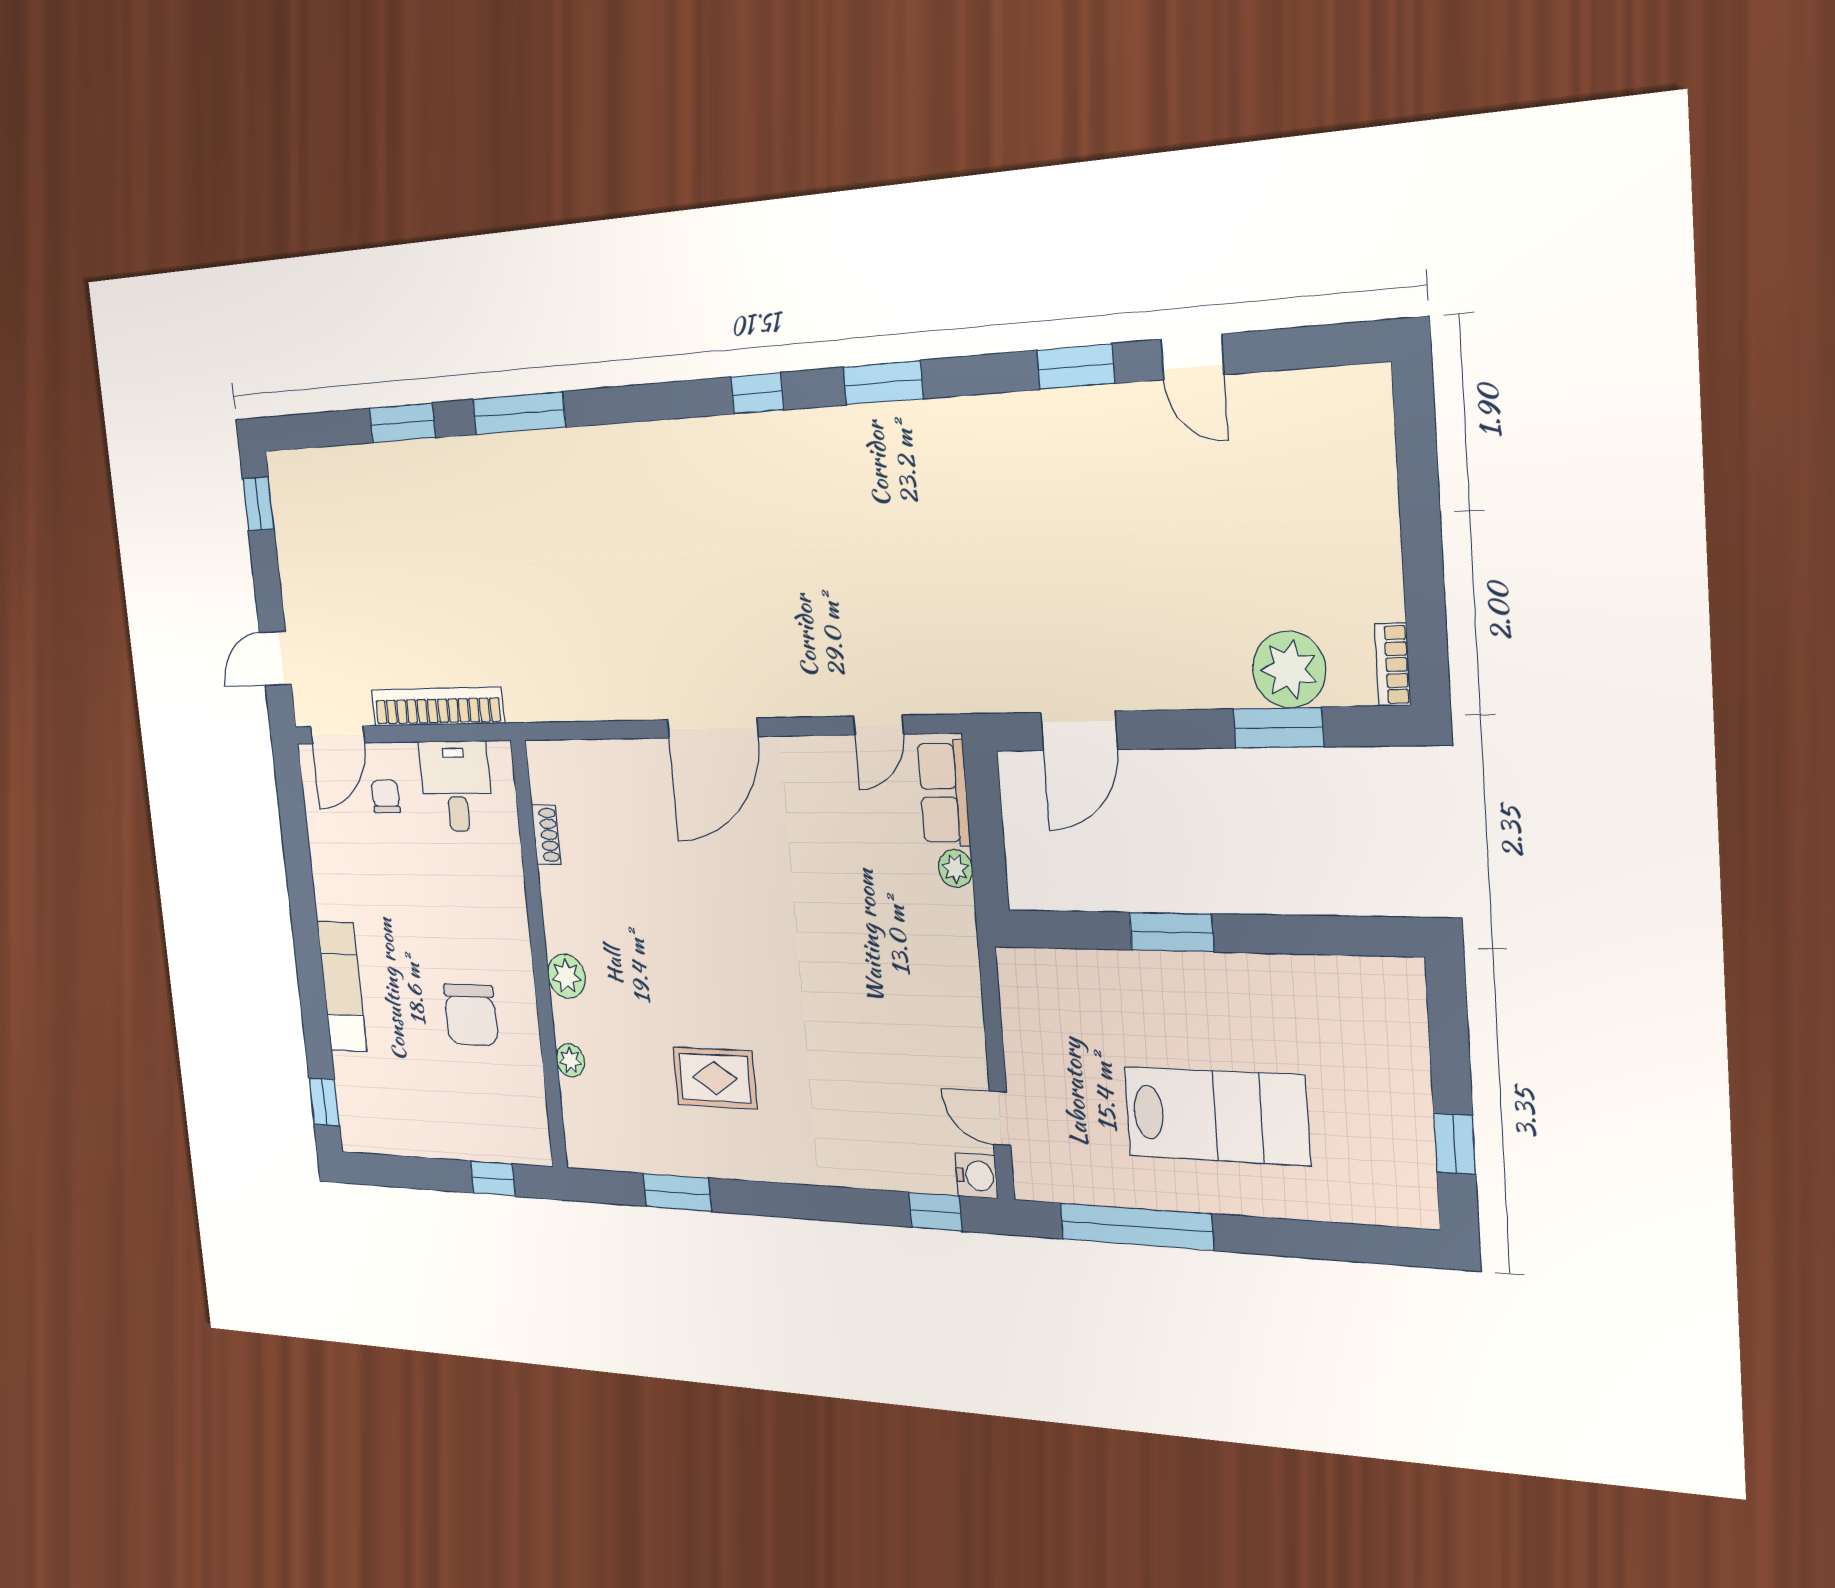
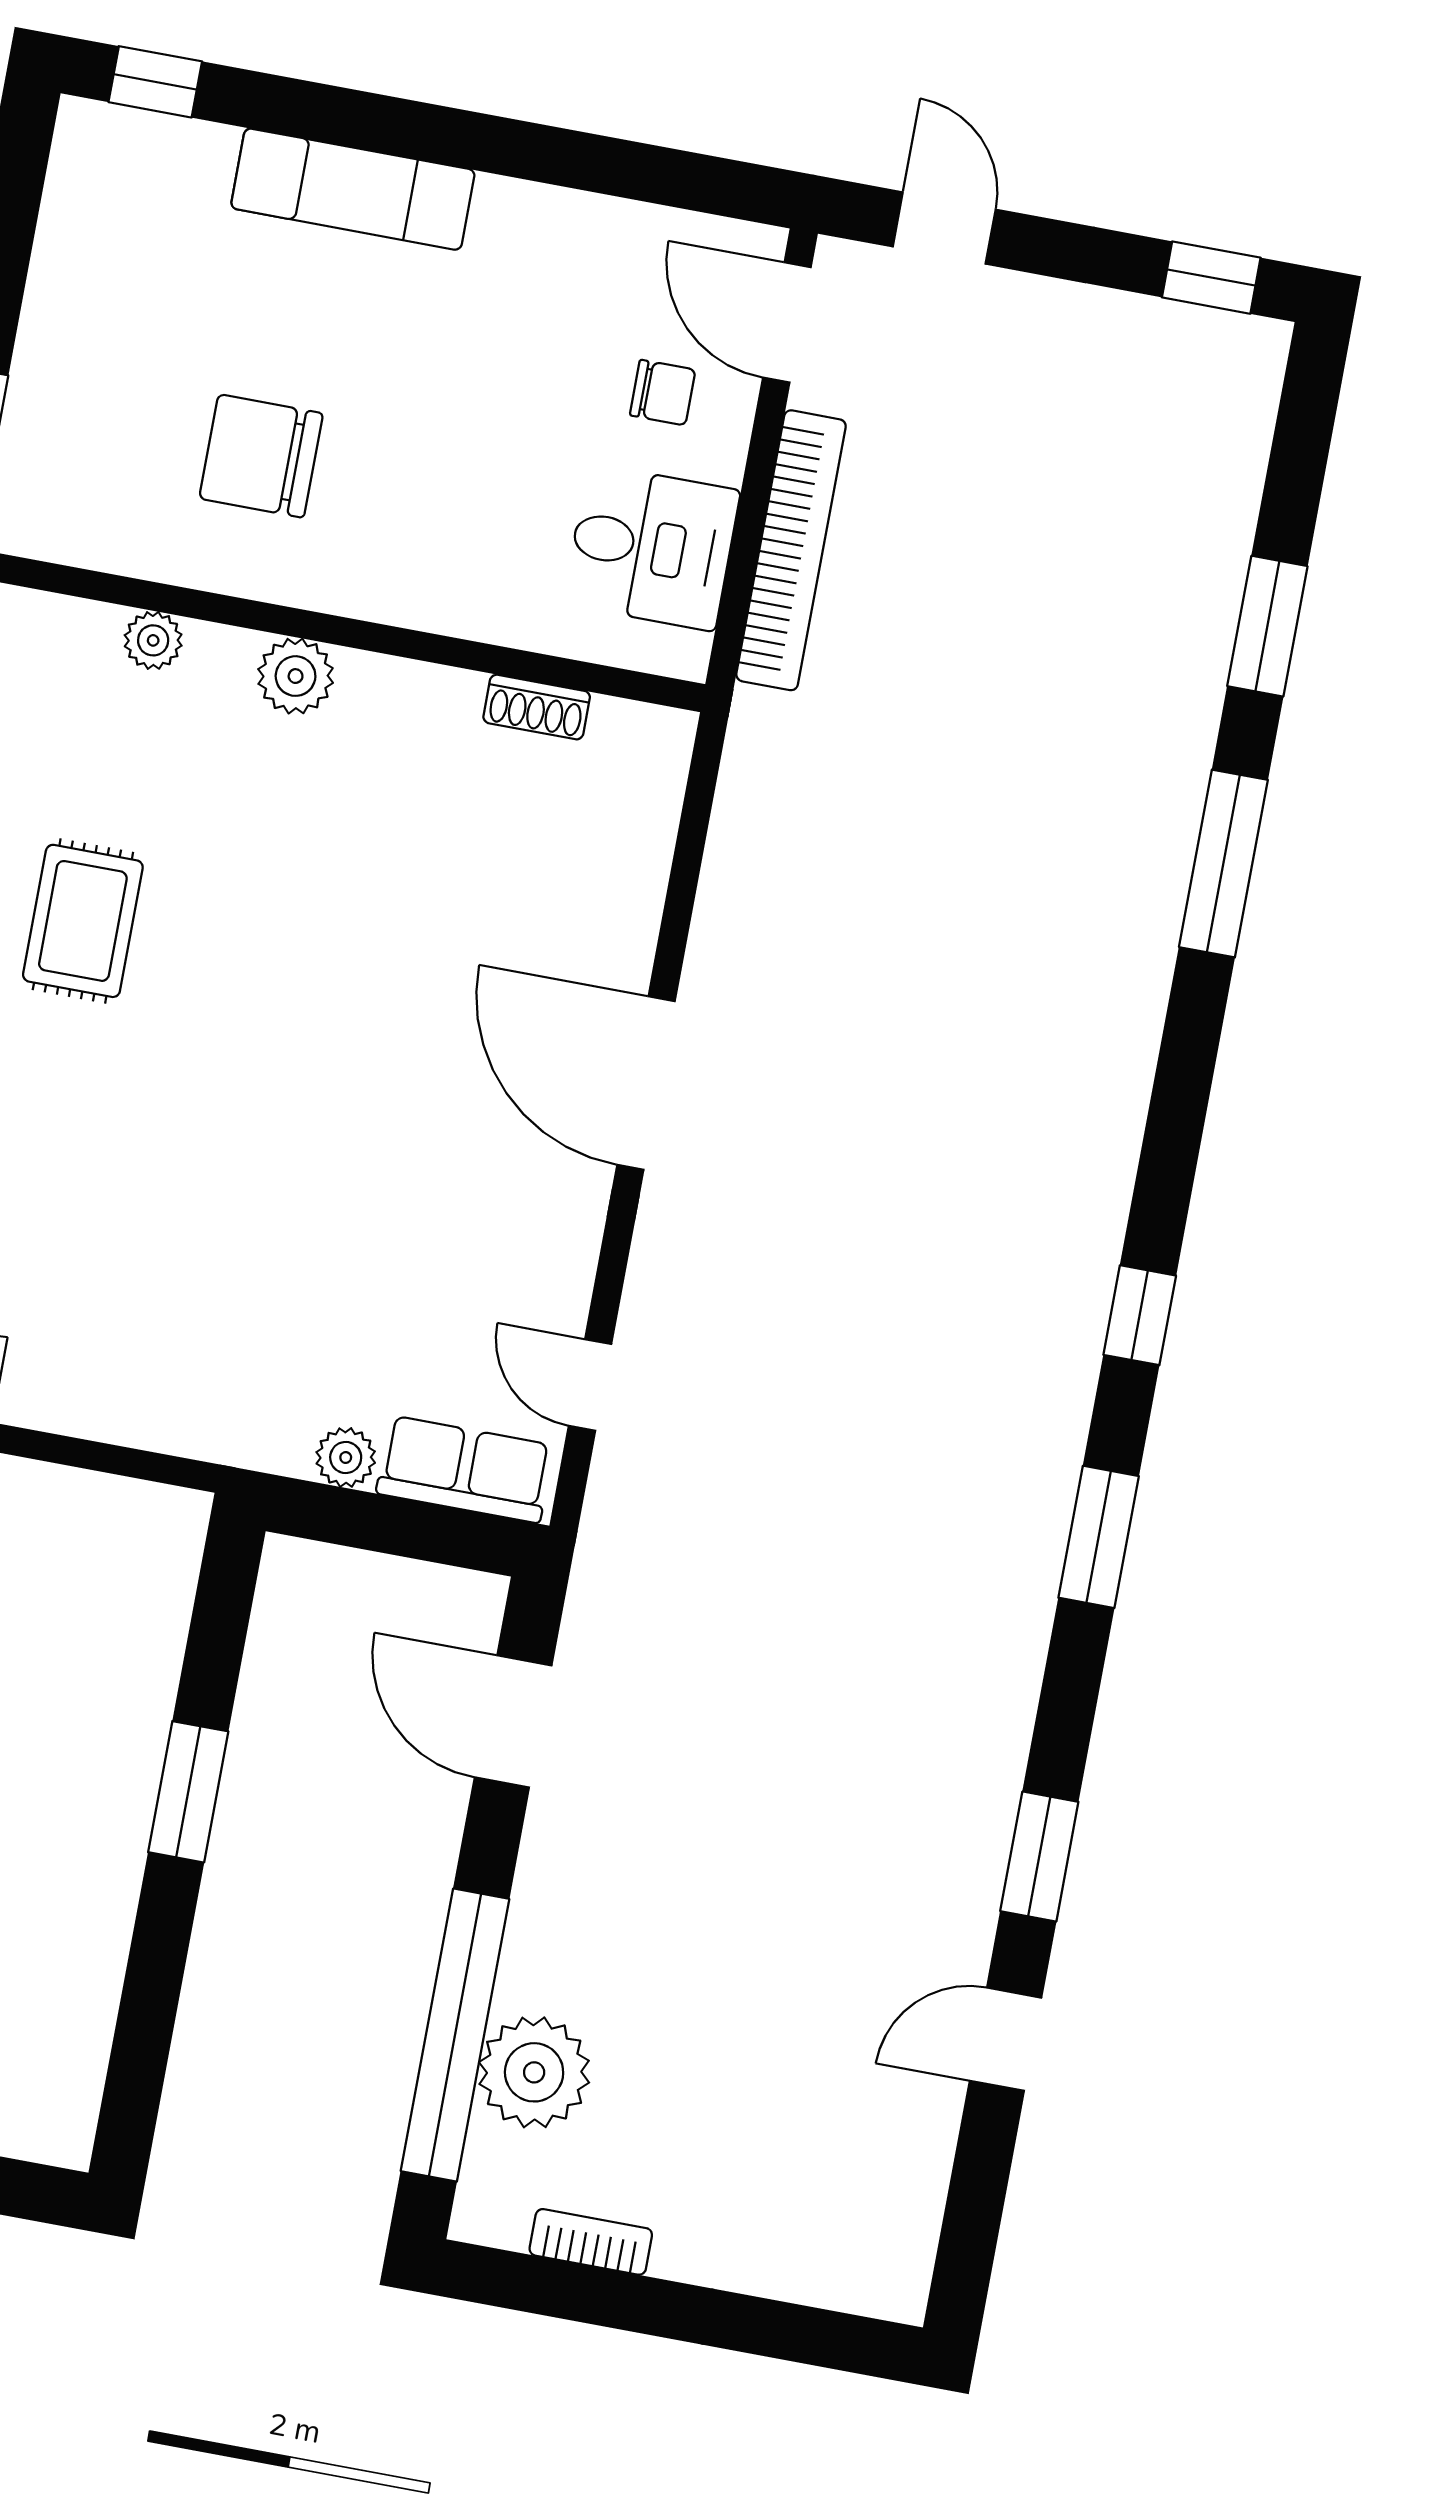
bookcase: (1393, 665) -> (591, 2242), moved
window: (1278, 728) -> (455, 2035), width x2.11

